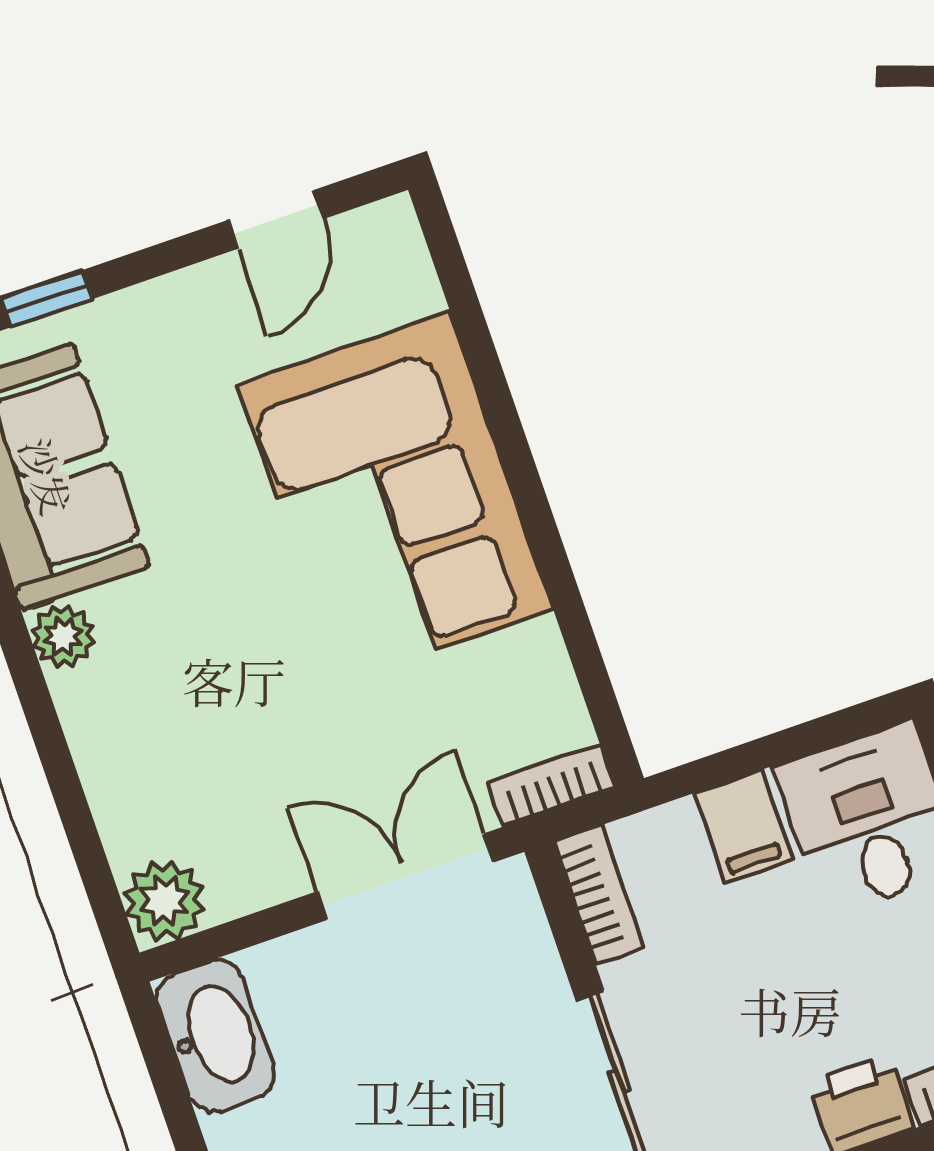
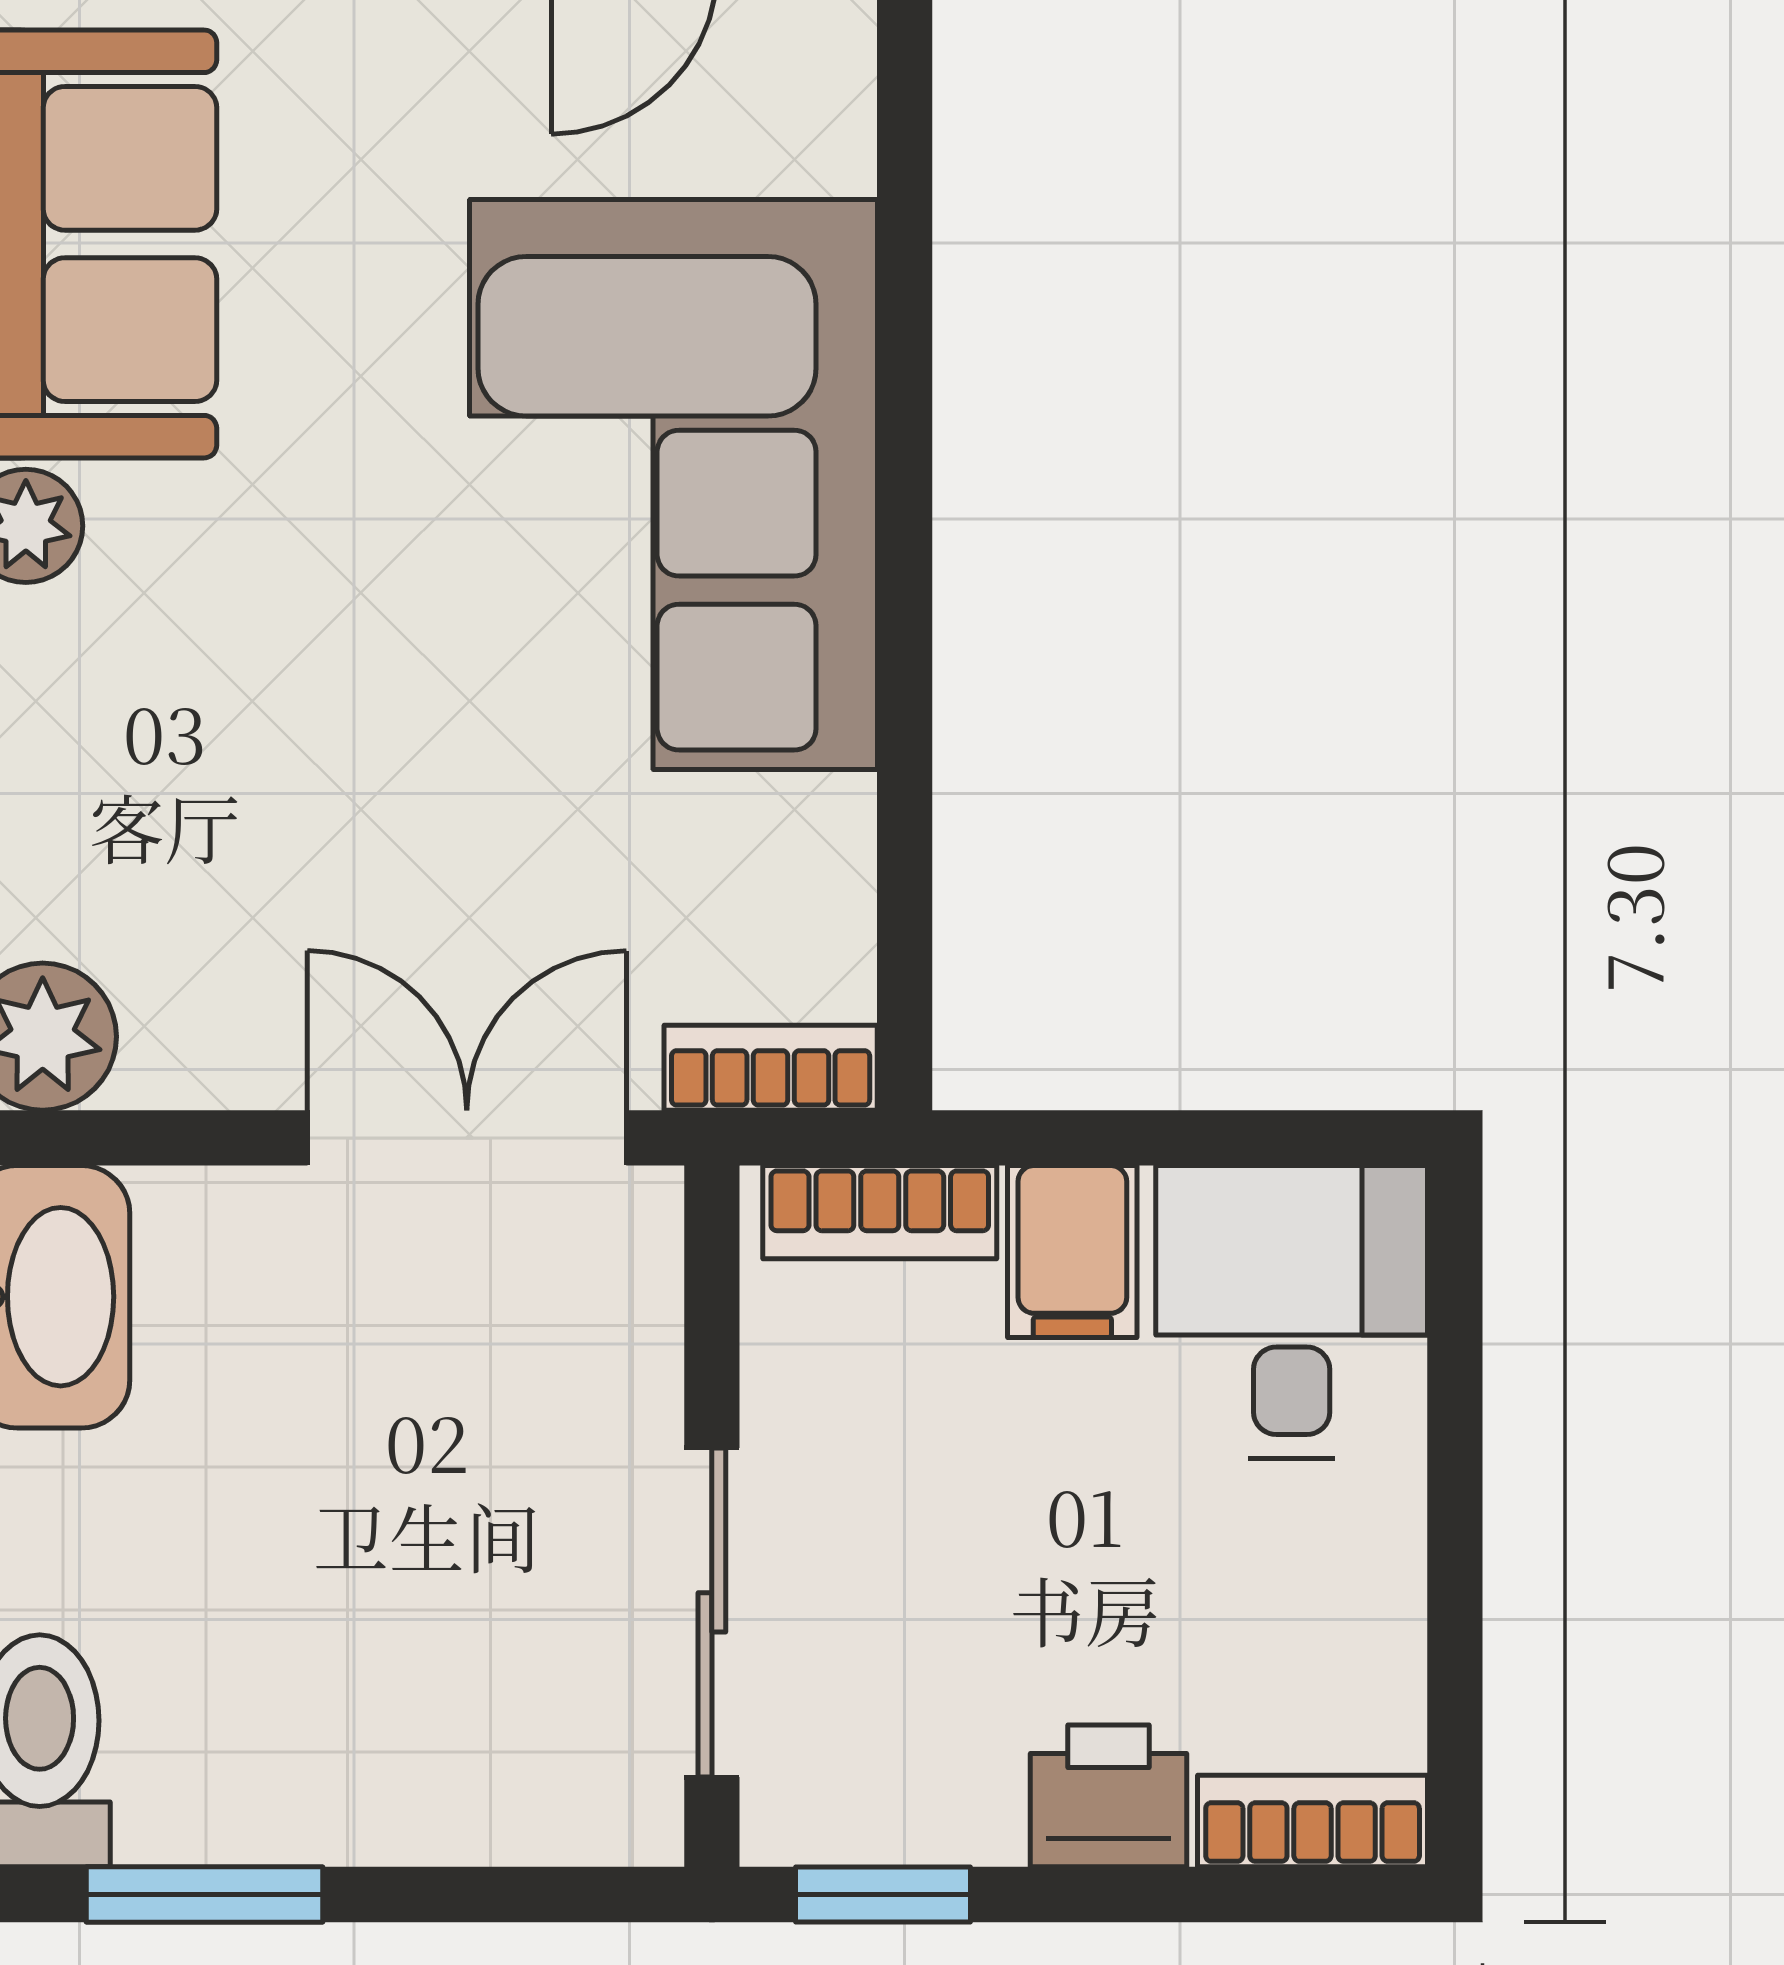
bookcase: (599, 895) -> (880, 1212), moved, turned 90

